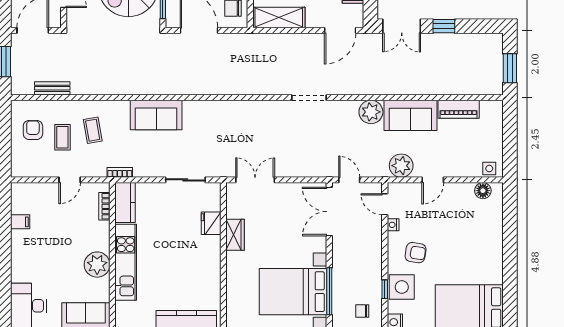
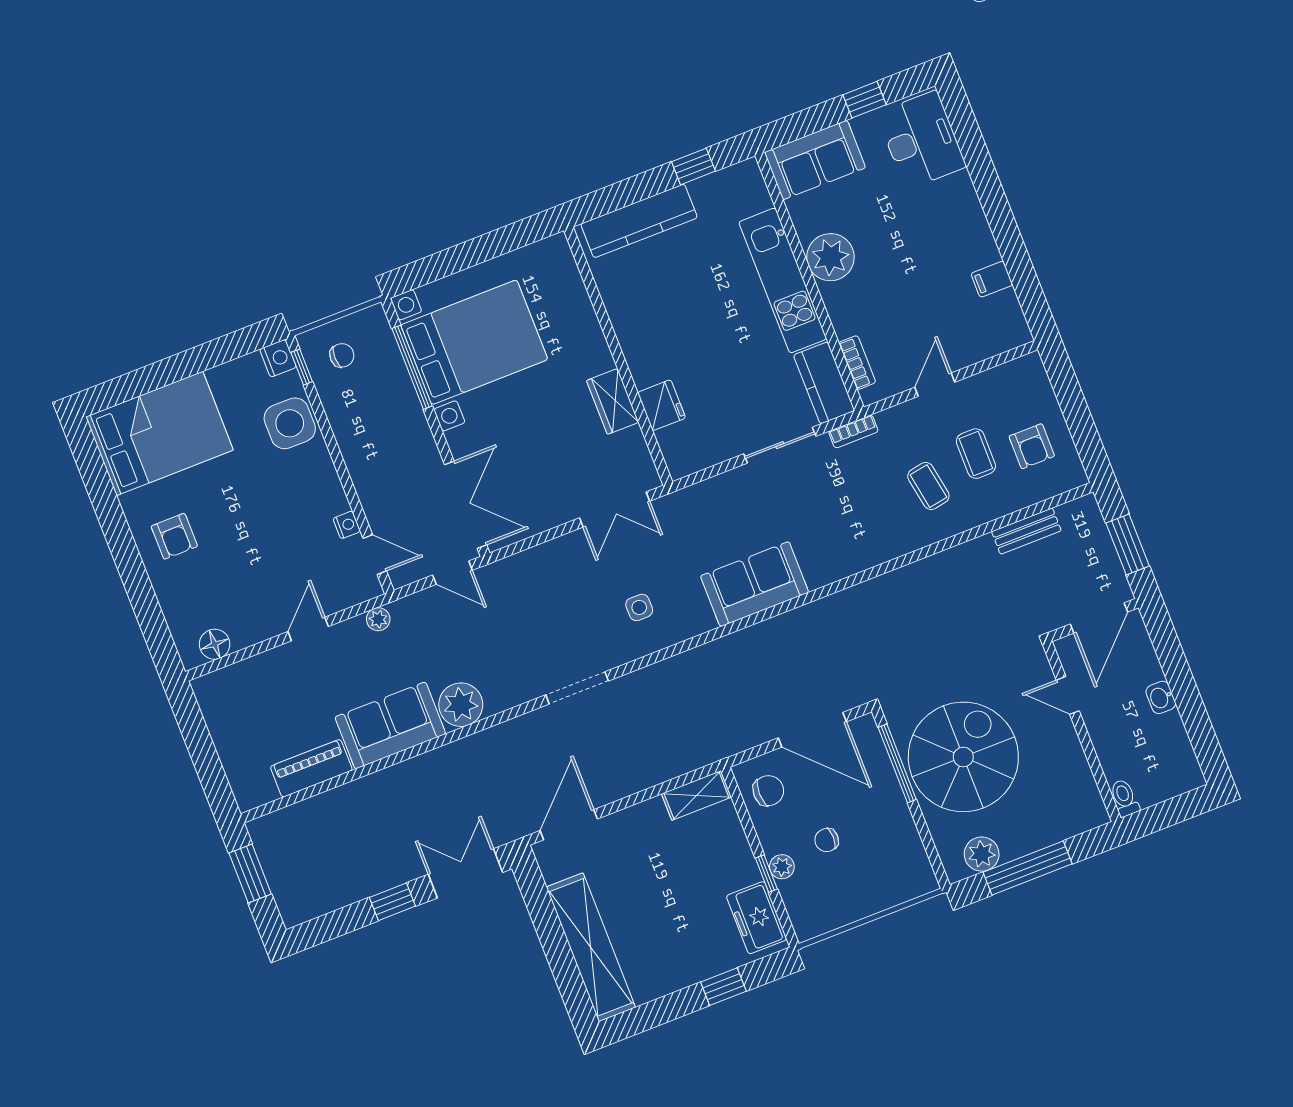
shelving: (279, 17) -> (696, 795), width x0.67, depth x0.75
sofa: (156, 115) -> (755, 584), moved
plant: (401, 166) -> (378, 619), width x0.53, depth x0.53
side table: (489, 169) -> (639, 607), moved
sliding door: (185, 180) -> (780, 445), moved
armchair: (416, 253) -> (174, 536), moved, turned -99
window: (385, 289) -> (302, 367), moved

